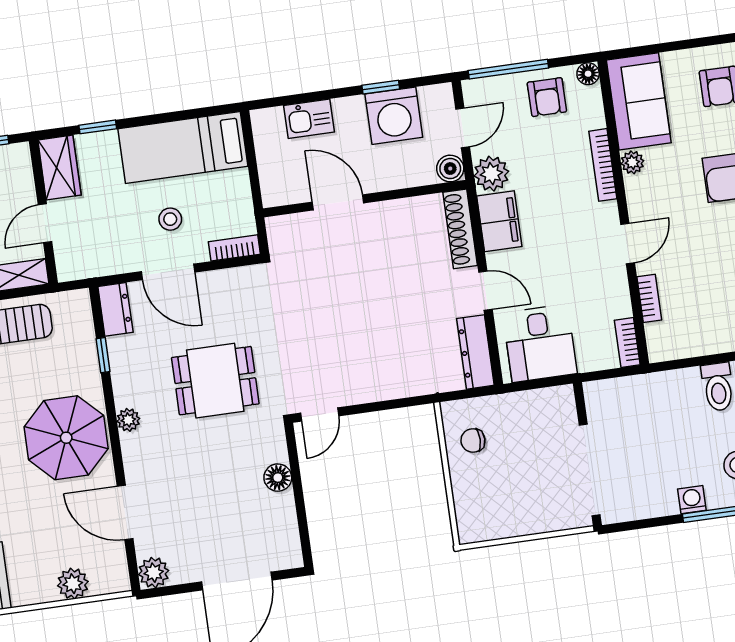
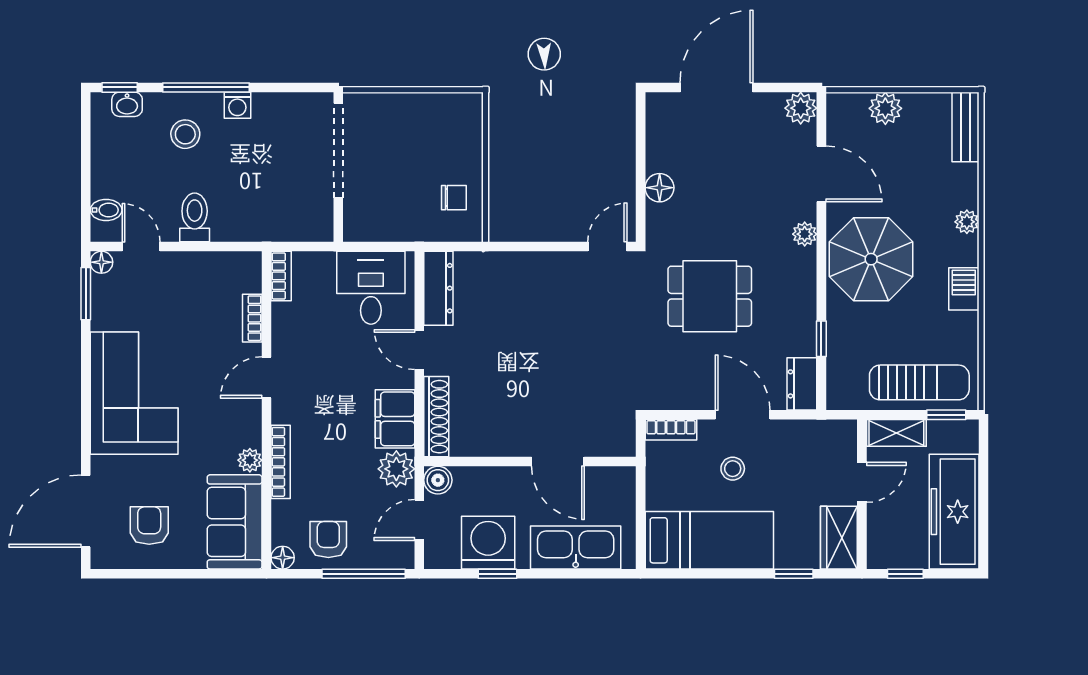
kitchen sink: (309, 119) -> (576, 547), width x1.87, depth x1.24
plant: (128, 420) -> (805, 234), moved

